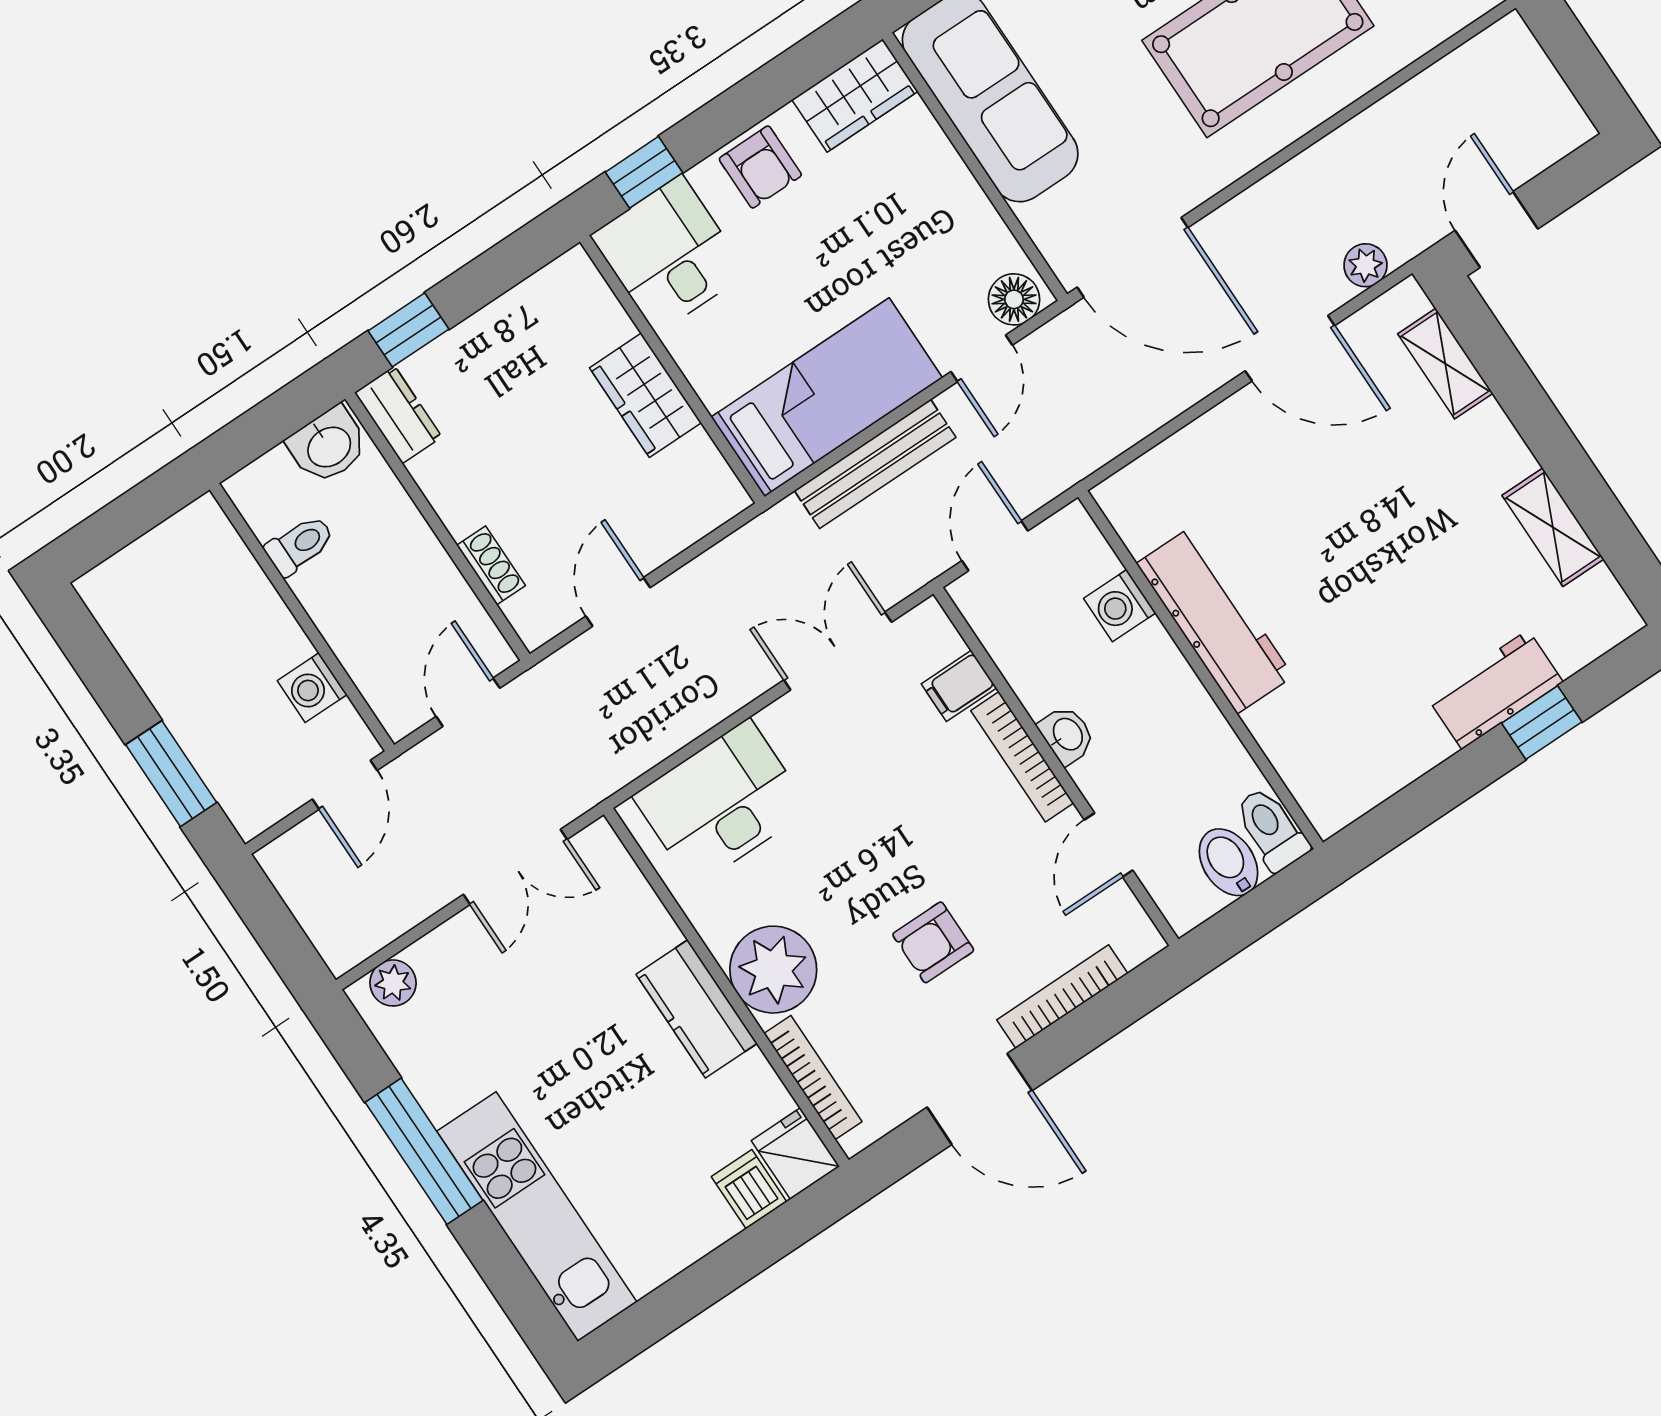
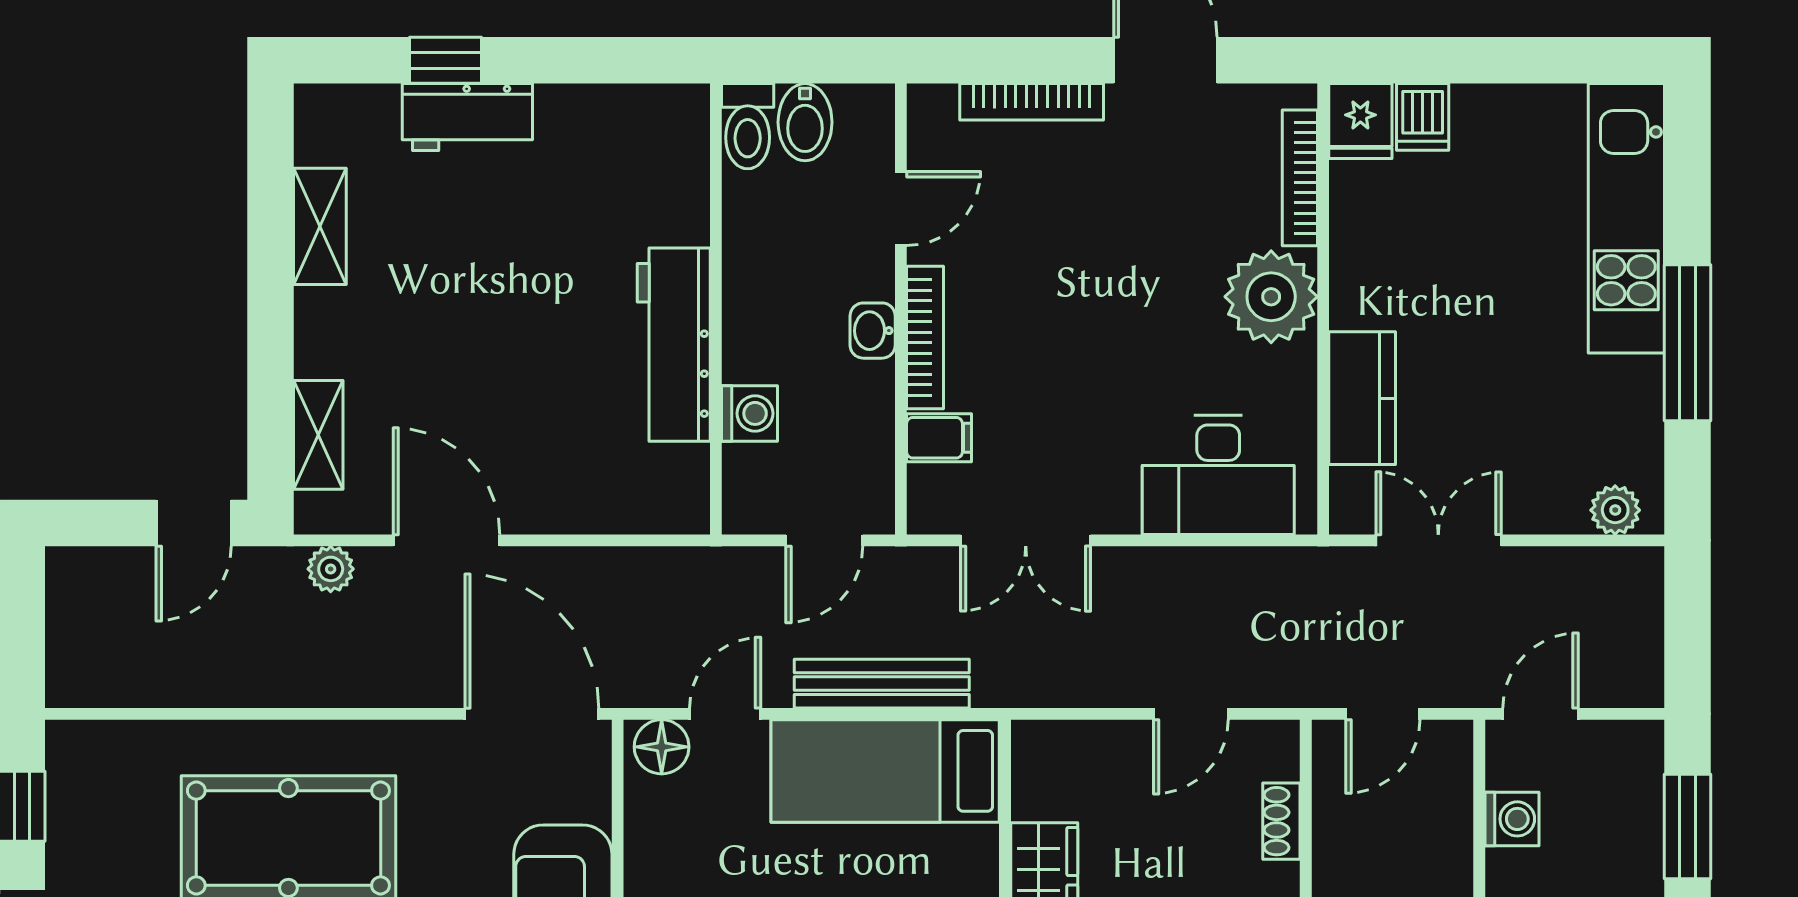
armchair: (933, 942) -> (1114, 226), removed
kitchen counter: (697, 1009) -> (1362, 398), moved

